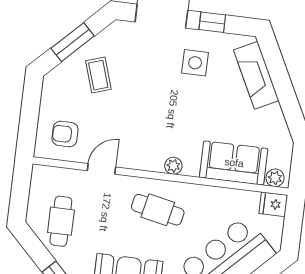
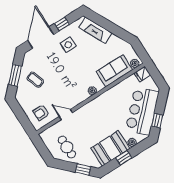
door: (102, 169) -> (66, 114), hinge flipped
cafe table: (158, 210) -> (100, 112), removed

